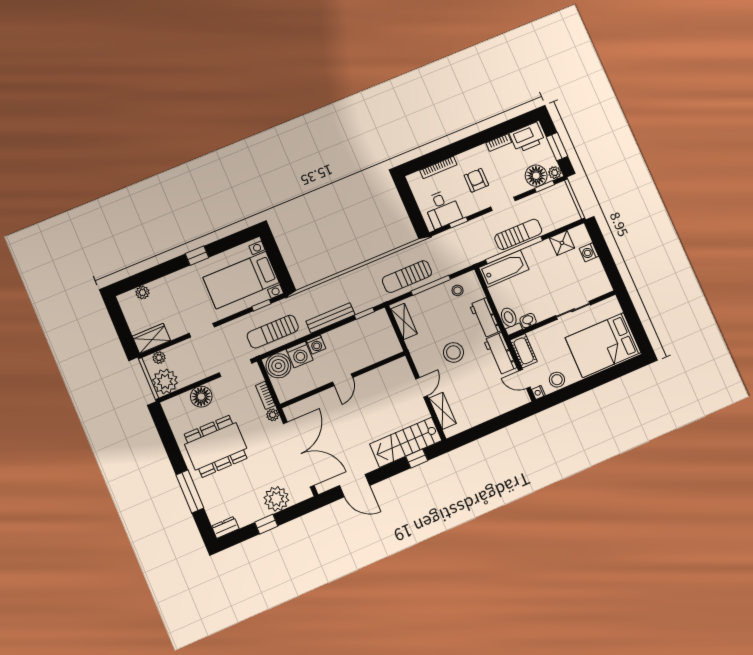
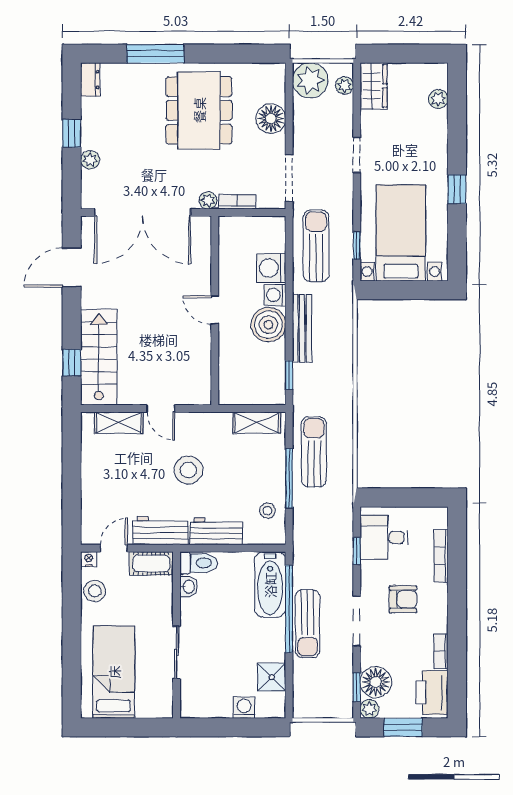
doorway: (503, 204) -> (357, 621), width x1.38
bed: (603, 345) -> (114, 672), width x0.67
boiler: (278, 366) -> (268, 325), moved
plant: (276, 499) -> (90, 160), width x0.53, depth x0.53

